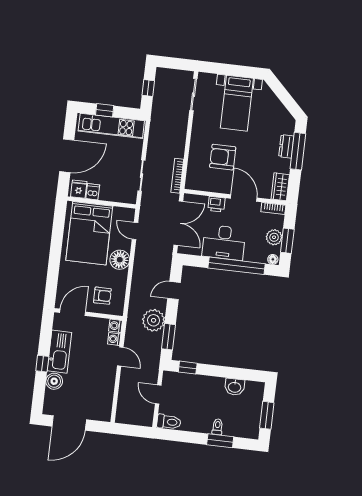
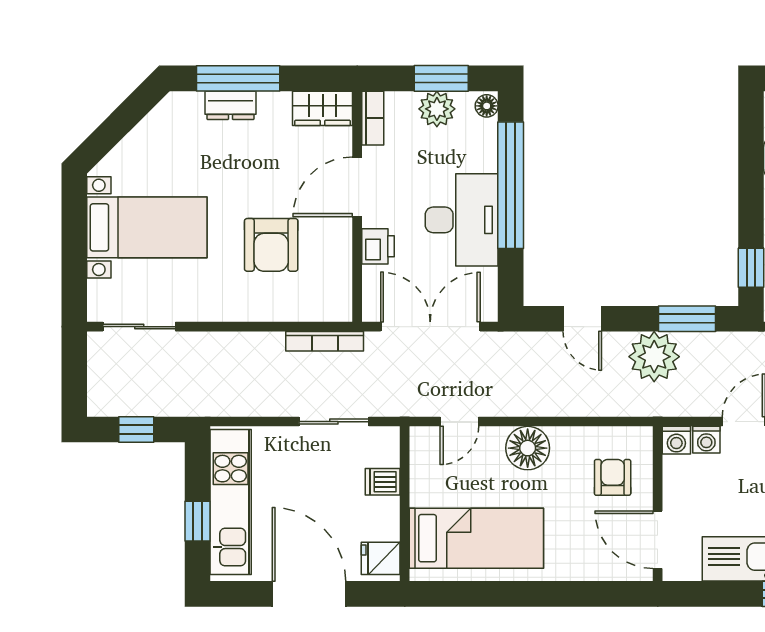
dishwasher: (93, 192) -> (383, 482), moved
bed: (89, 233) -> (476, 538), width x0.67

